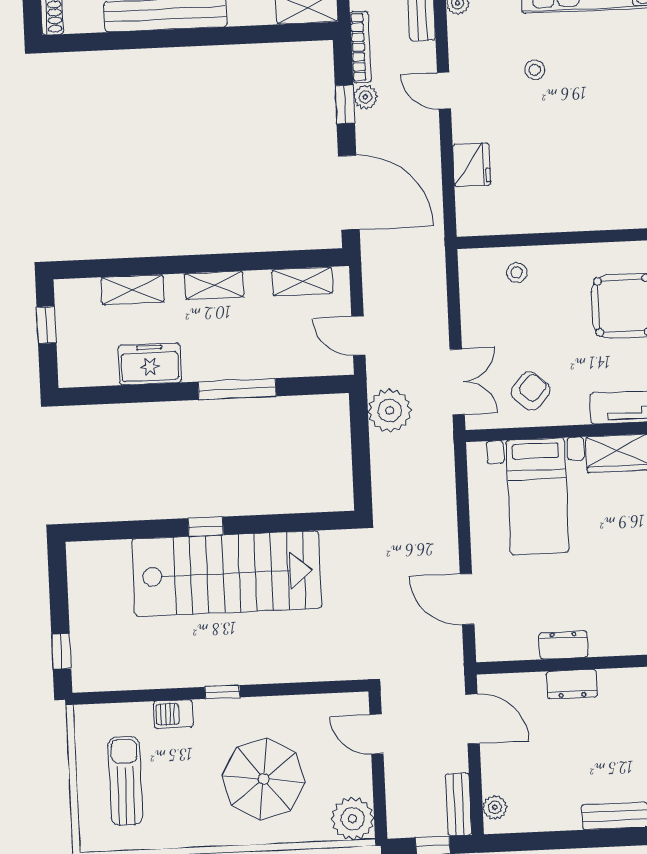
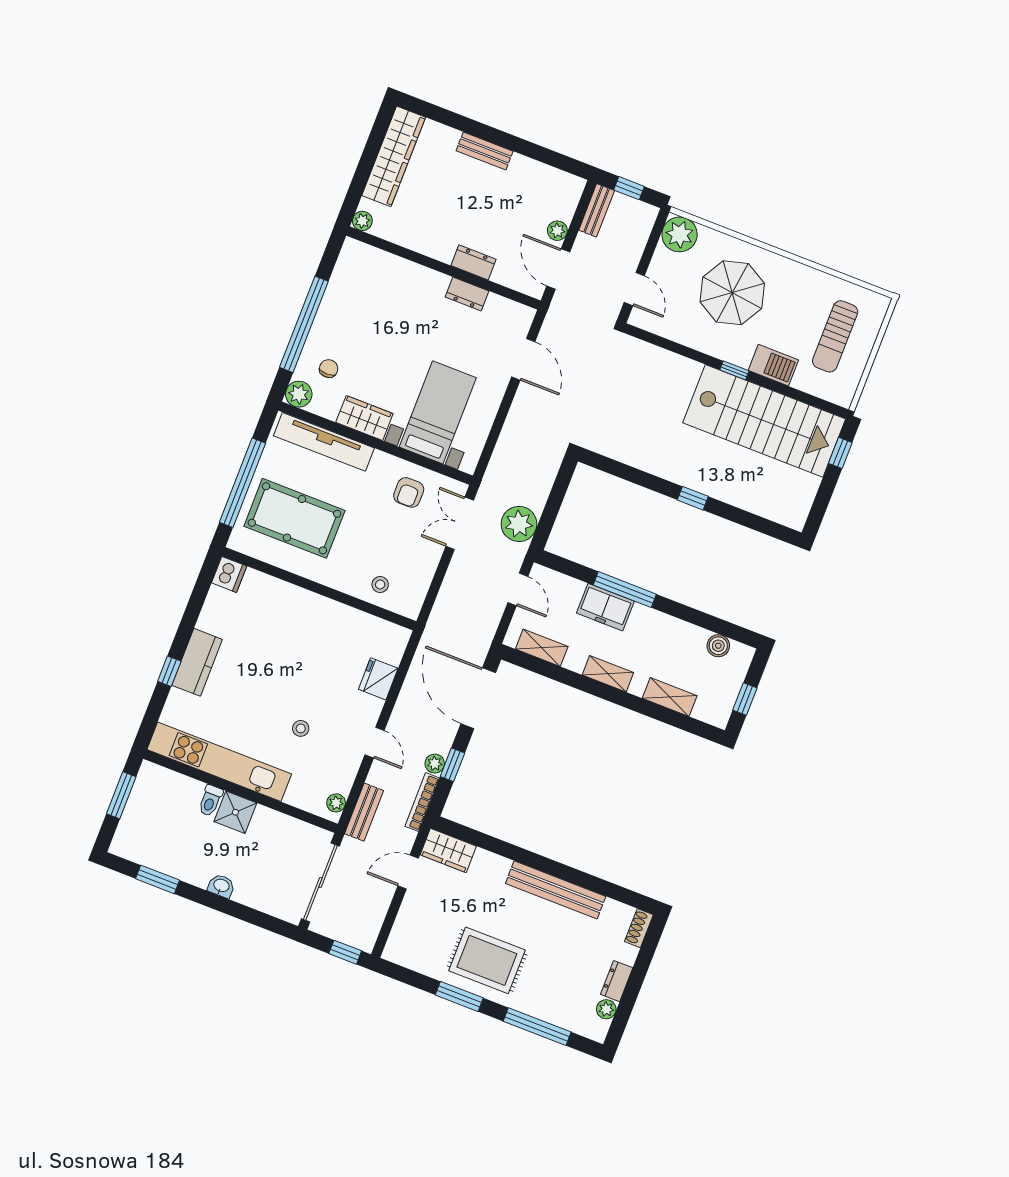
freezer: (150, 364) -> (605, 607), moved
boiler: (103, 372) -> (718, 646), added
armchair: (530, 391) -> (409, 492), turned -41
stairs: (227, 573) -> (764, 421), moved, turned 180
barbecue: (173, 714) -> (773, 365), width x1.38, depth x1.27
plant: (495, 807) -> (557, 231), moved

